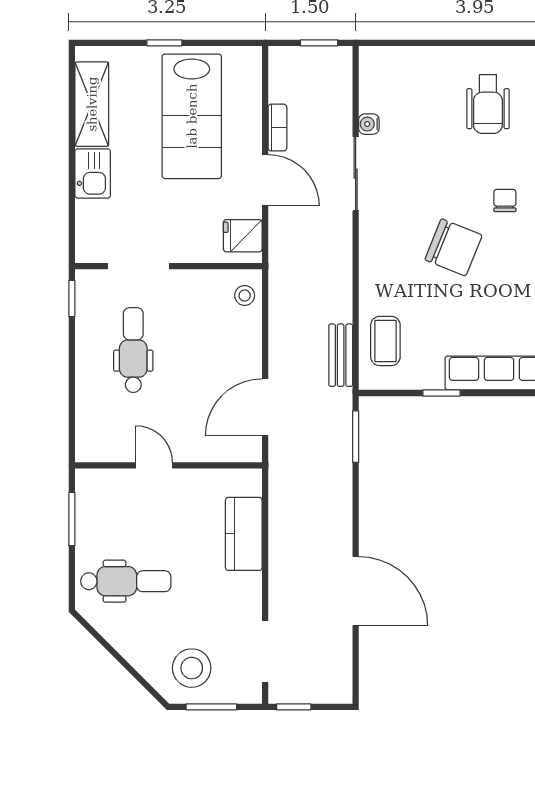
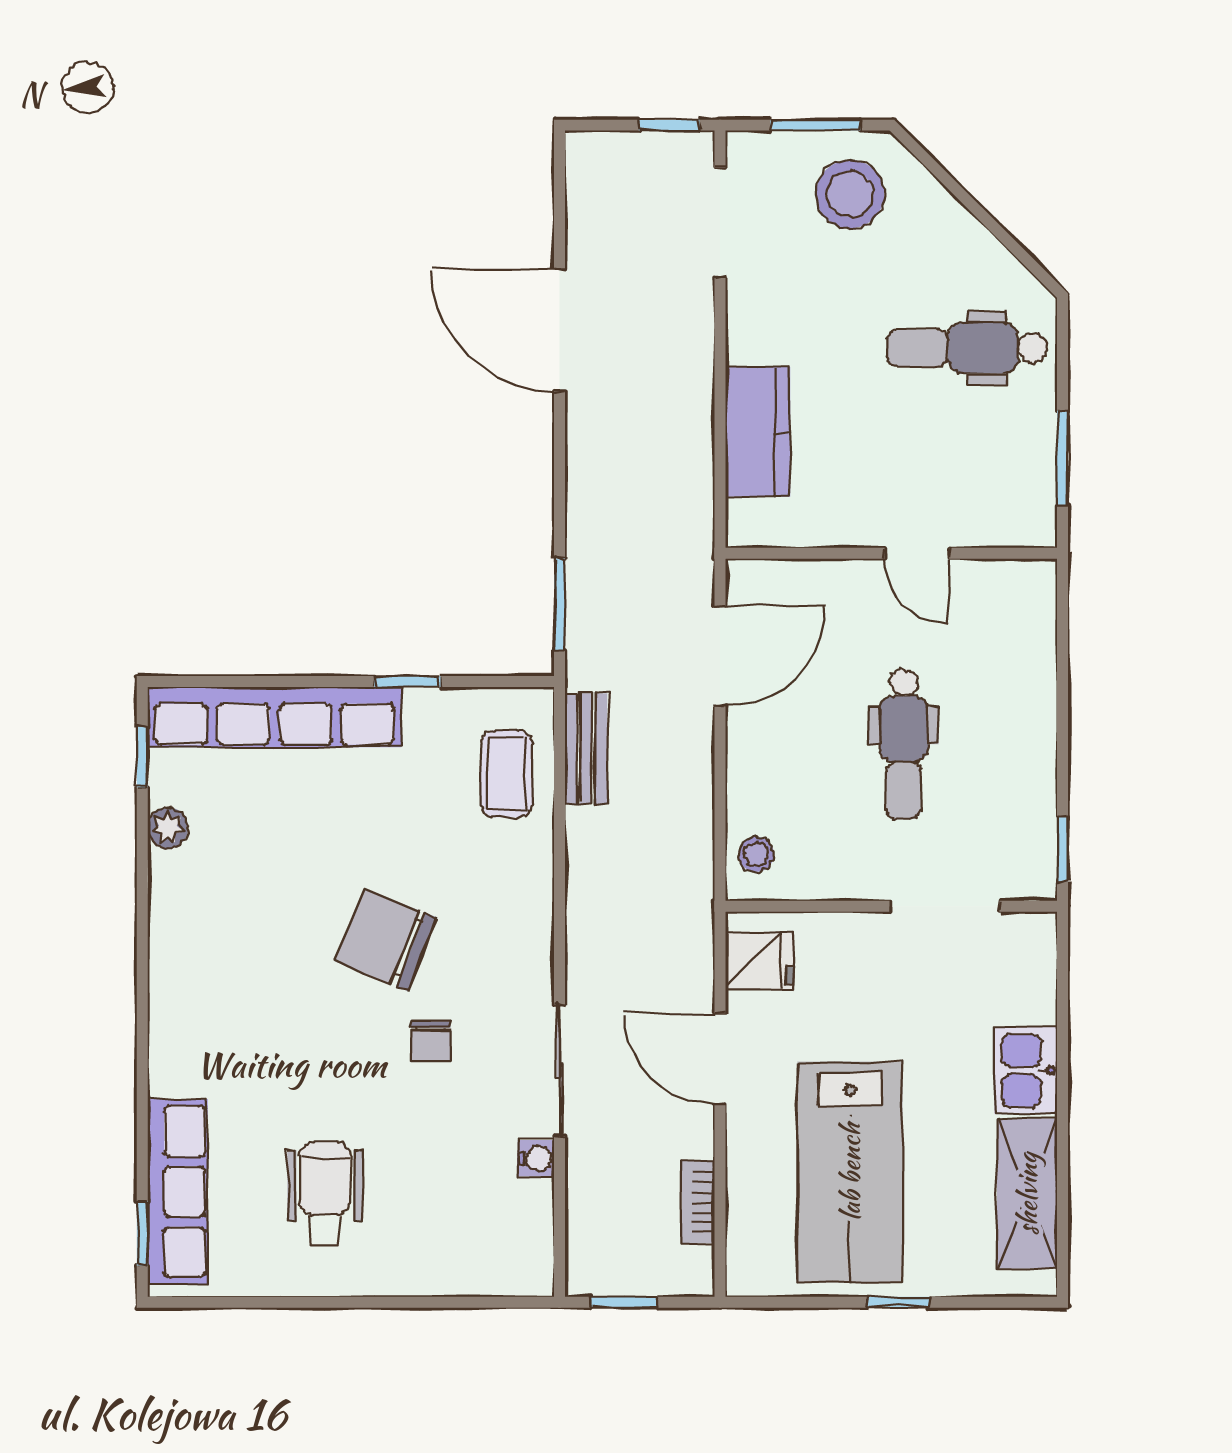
lab bench: (192, 116) -> (850, 1172), turned 180
bookcase: (277, 128) -> (698, 1202), moved
chair: (505, 200) -> (431, 1041), moved
dental chair: (133, 350) -> (904, 744), moved

